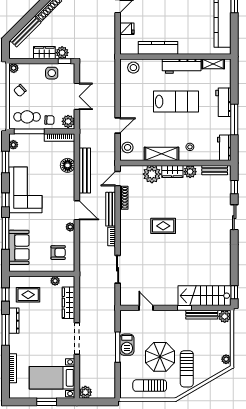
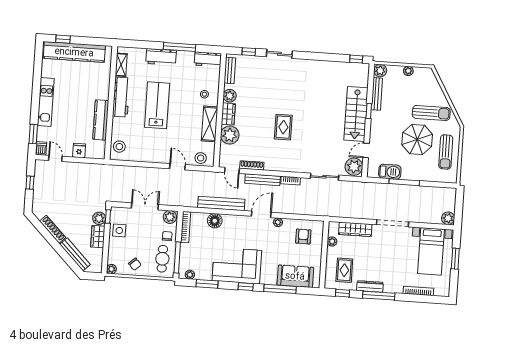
stairs: (204, 296) -> (356, 114), moved
plant: (129, 297) -> (354, 167), added
barbecue: (127, 345) -> (390, 172), moved
plant: (226, 359) -> (408, 71), moved

